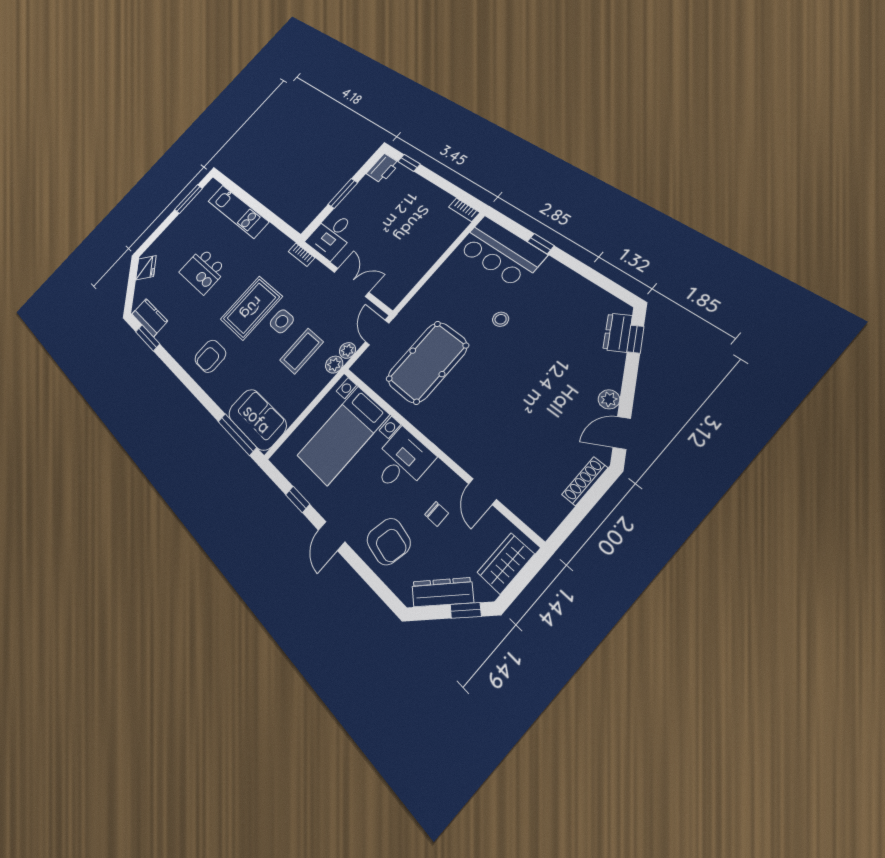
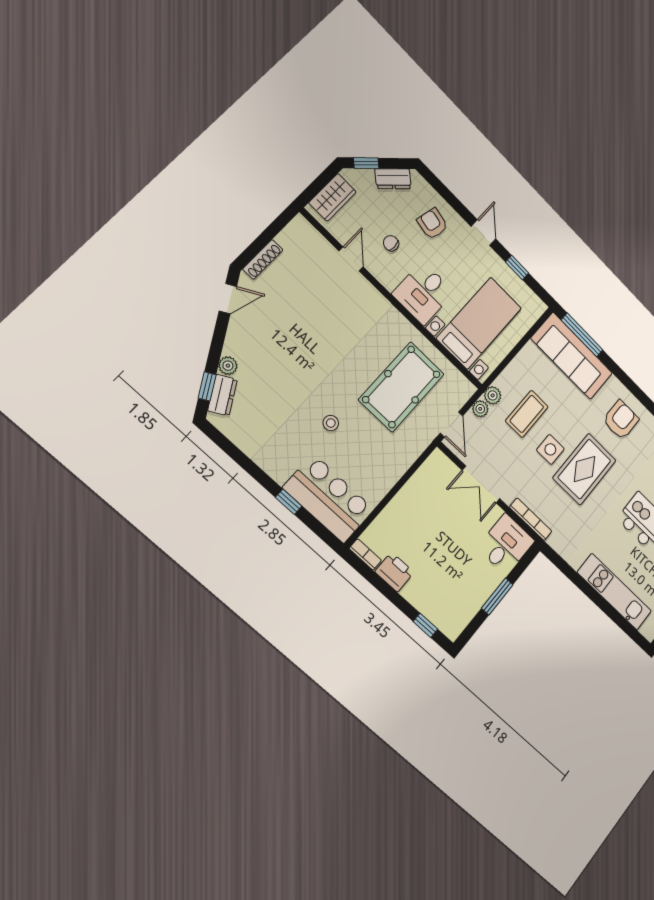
printer: (383, 168) -> (394, 572), moved, turned 90
bookcase: (301, 255) -> (531, 519), width x1.56
plant: (609, 399) -> (228, 366), moved
sofa: (257, 419) -> (572, 356), width x1.36
armchair: (389, 541) -> (433, 224), width x0.72, depth x0.72
dresser: (442, 592) -> (393, 179), width x0.70

